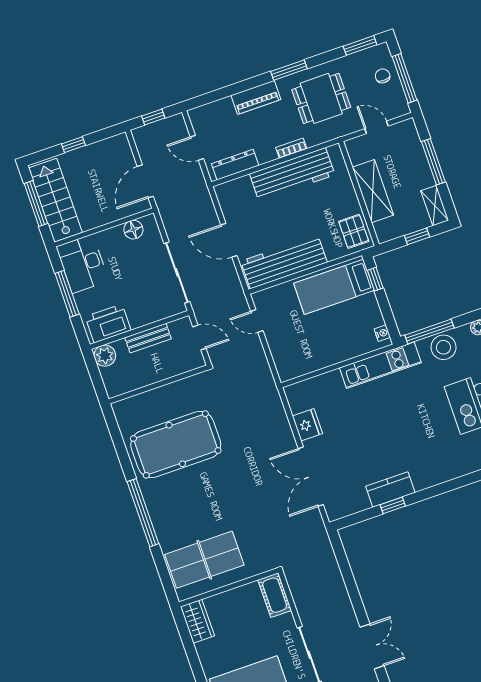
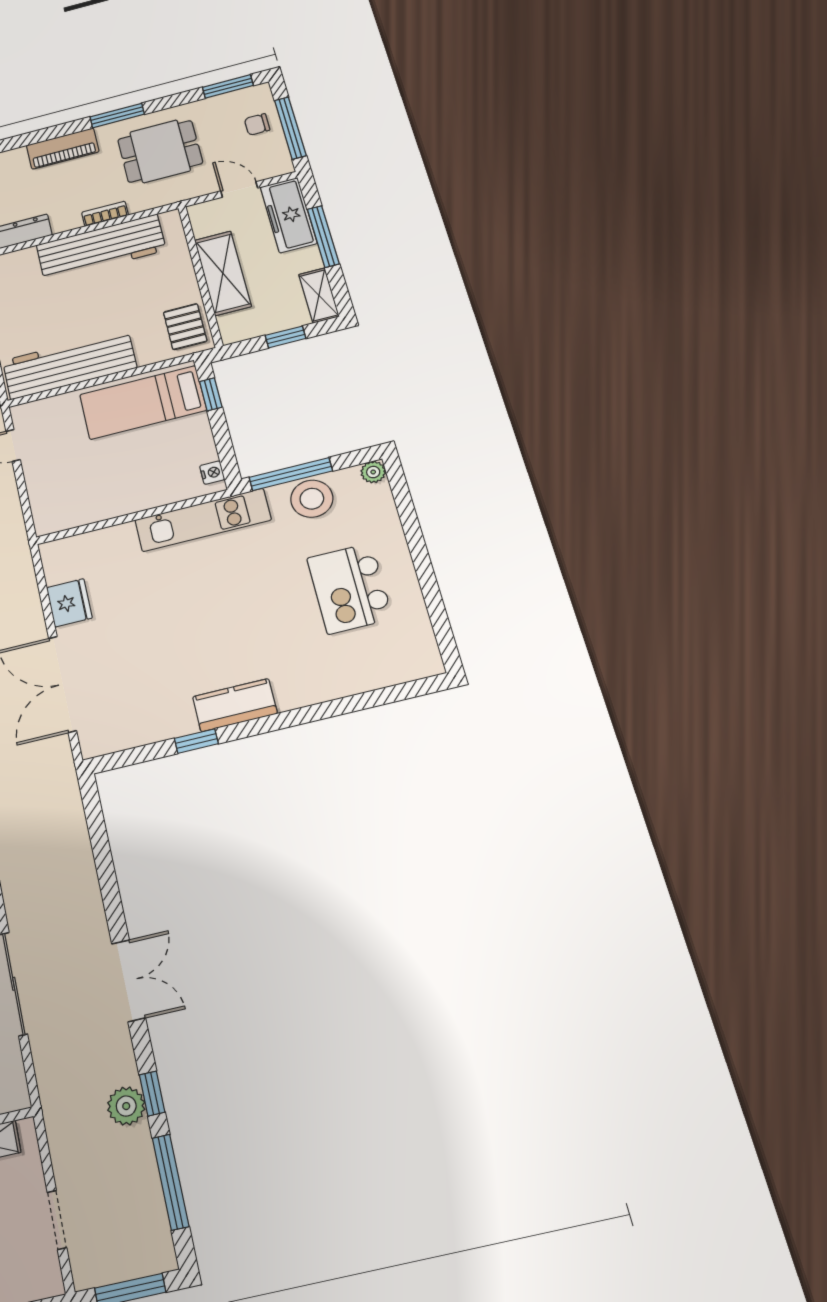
chair: (383, 76) -> (257, 124), turned -90
freezer: (410, 146) -> (289, 215), added
kitchen counter: (390, 489) -> (235, 705), moved

